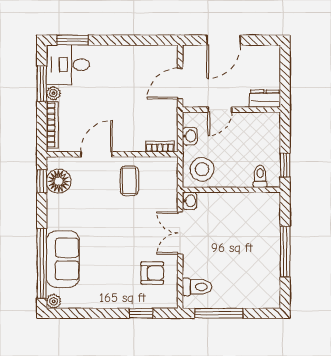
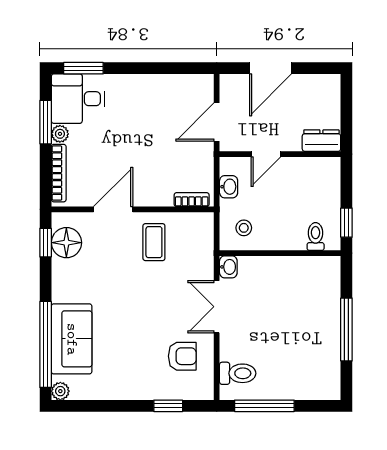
stool: (202, 169) -> (244, 228), width x0.53, depth x0.53

